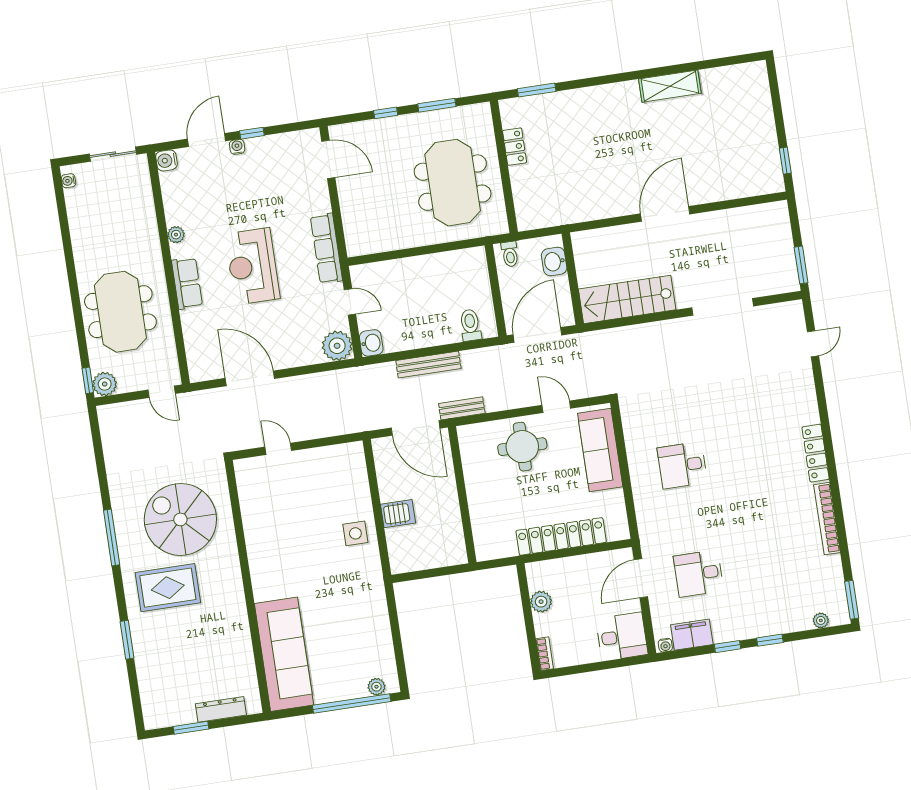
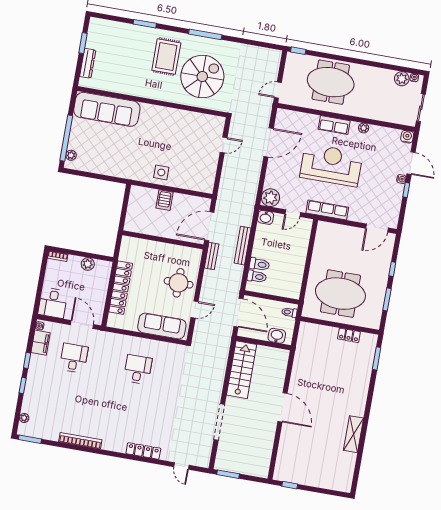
reception desk: (252, 266) -> (331, 165), width x1.36, depth x1.30
toilet: (450, 328) -> (259, 264), added
plant: (105, 384) -> (402, 79), moved
locker: (816, 453) -> (143, 451), moved

